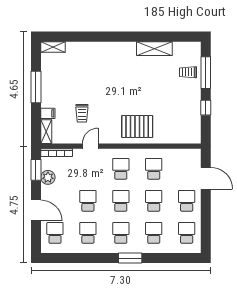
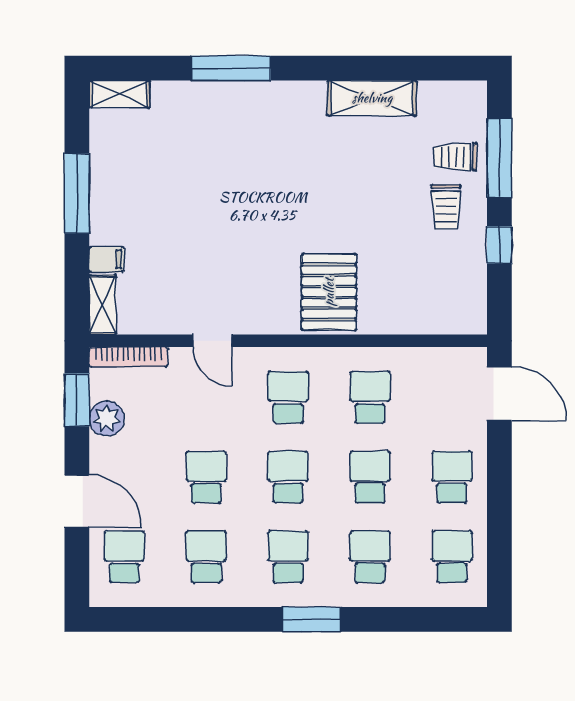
window: (98, 37) -> (231, 68), added
trolley: (82, 113) -> (446, 207), moved
pallet: (137, 126) -> (329, 292), turned 90
door: (90, 146) -> (212, 341), swing flipped
door: (206, 178) -> (499, 393), moved

